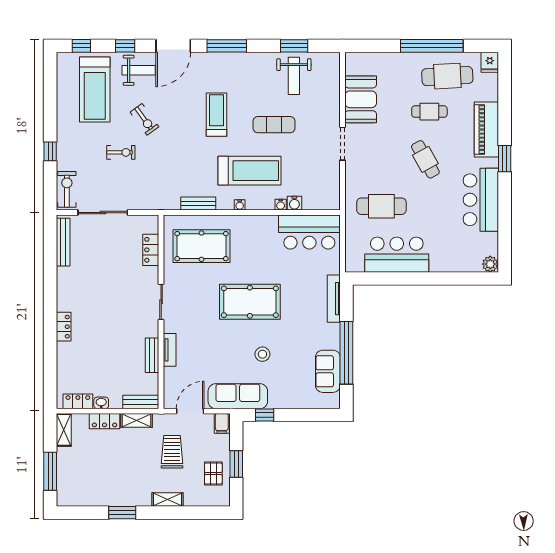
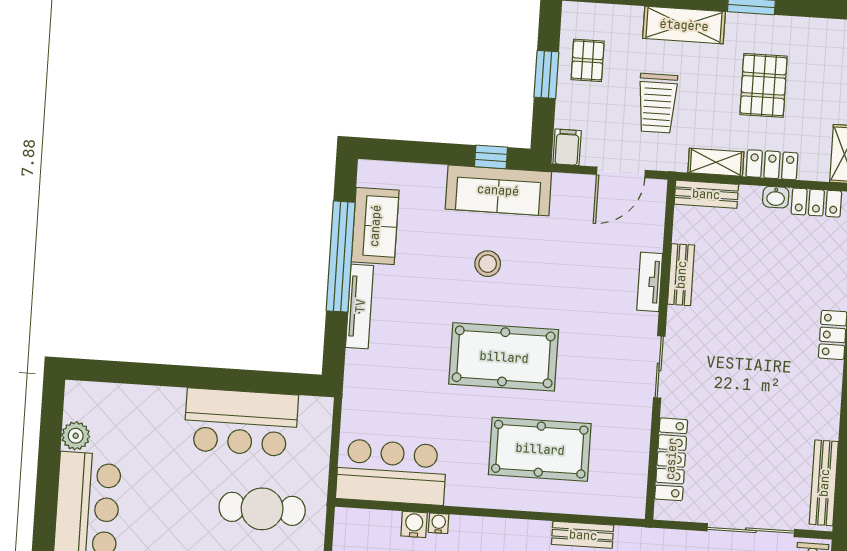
water cooler: (240, 205) -> (510, 528), removed
pool table: (202, 246) -> (540, 449), moved
locker: (151, 250) -> (671, 459), width x1.53
plant: (490, 264) -> (76, 436), moved
tv unit: (334, 299) -> (360, 306), moved
sofa: (238, 396) -> (498, 190), moved
pallet: (112, 466) -> (764, 85), added
shelving: (167, 500) -> (684, 25), width x1.50, depth x1.33

